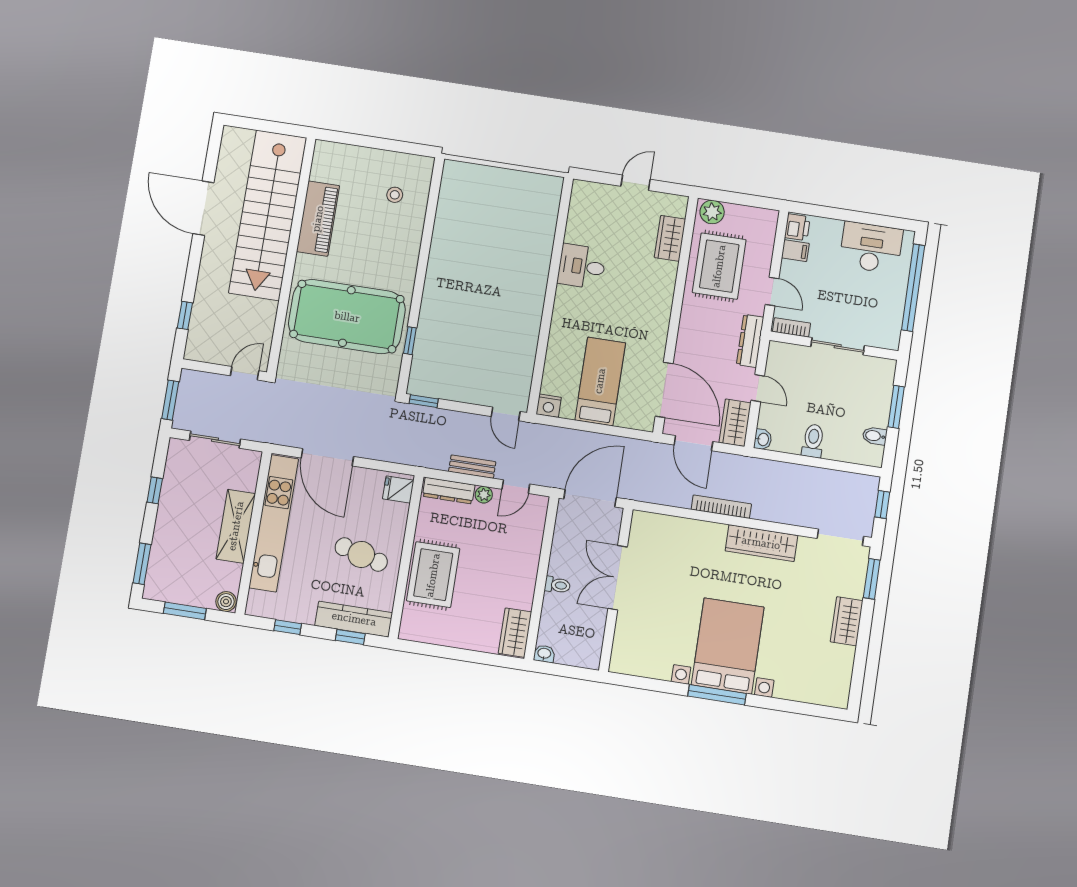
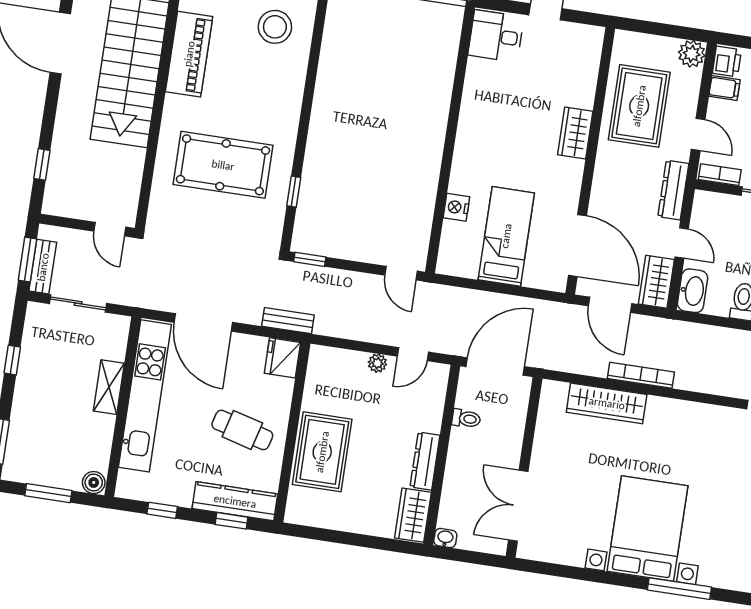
stool: (395, 195) -> (275, 27), width x1.89, depth x1.89
plant: (712, 212) -> (692, 54), moved
wardrobe: (670, 238) -> (575, 133), moved
desk: (582, 266) -> (496, 36), moved
pool table: (347, 317) -> (223, 165), width x0.73, depth x0.76
door: (245, 373) -> (110, 229), swing flipped
bench: (184, 406) -> (43, 267), added
nightstand: (549, 406) -> (456, 207), moved, turned 90
washbasin: (763, 439) -> (693, 291), width x1.91, depth x1.45
bench: (472, 467) -> (288, 321), moved
fridge: (398, 489) -> (282, 358), width x1.38
dresser: (449, 491) -> (425, 461), moved, turned 90
shelving: (236, 526) -> (109, 387), width x0.67, depth x0.75
wardrobe: (761, 543) -> (607, 403), moved
double door: (618, 578) -> (518, 506), moved
toilet: (557, 585) -> (466, 419), moved
window: (717, 695) -> (679, 589), moved

